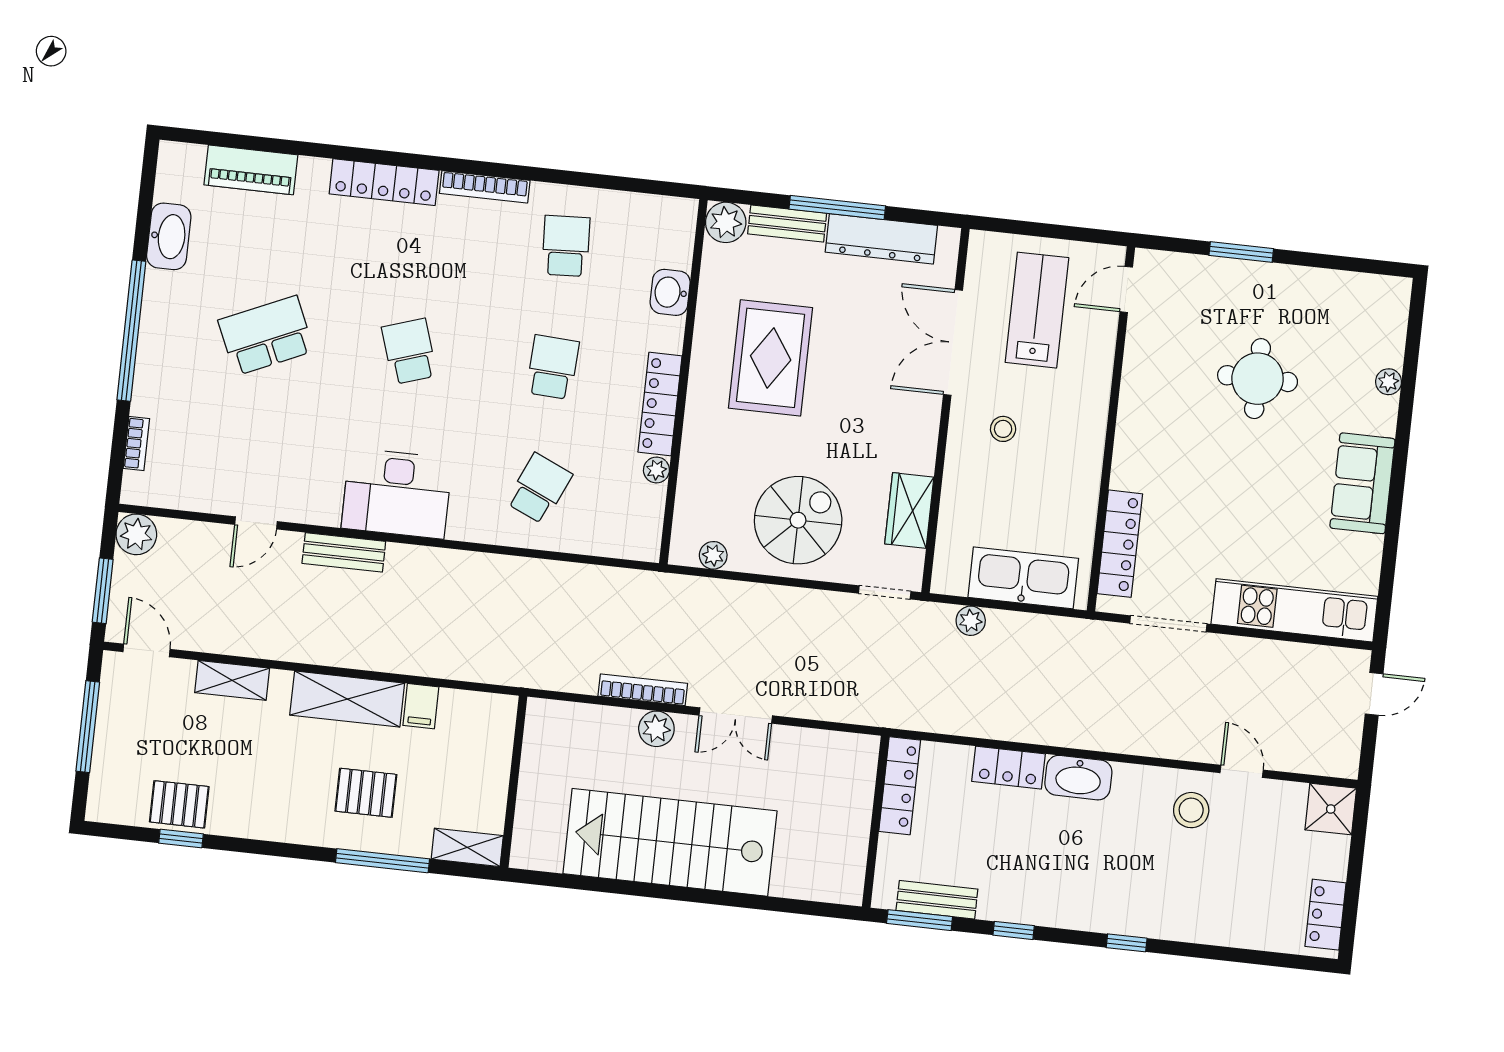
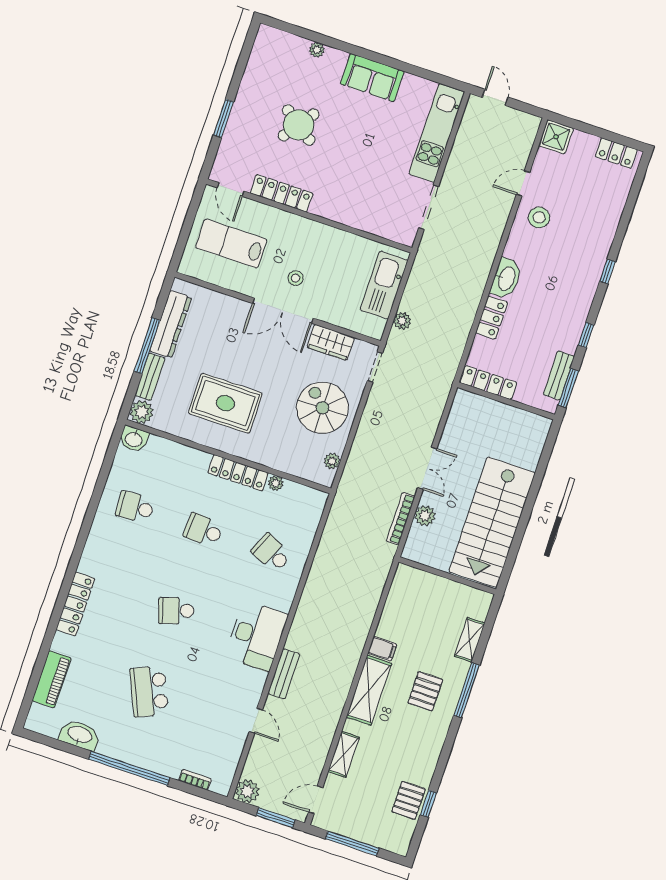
bookcase: (485, 187) -> (91, 547), removed
washbasin: (670, 292) -> (134, 439), moved
double door: (953, 342) -> (283, 311), moved
round table: (1258, 379) -> (299, 125), turned 36
locker: (1120, 544) -> (282, 193), moved
wall: (514, 782) -> (447, 576), moved

